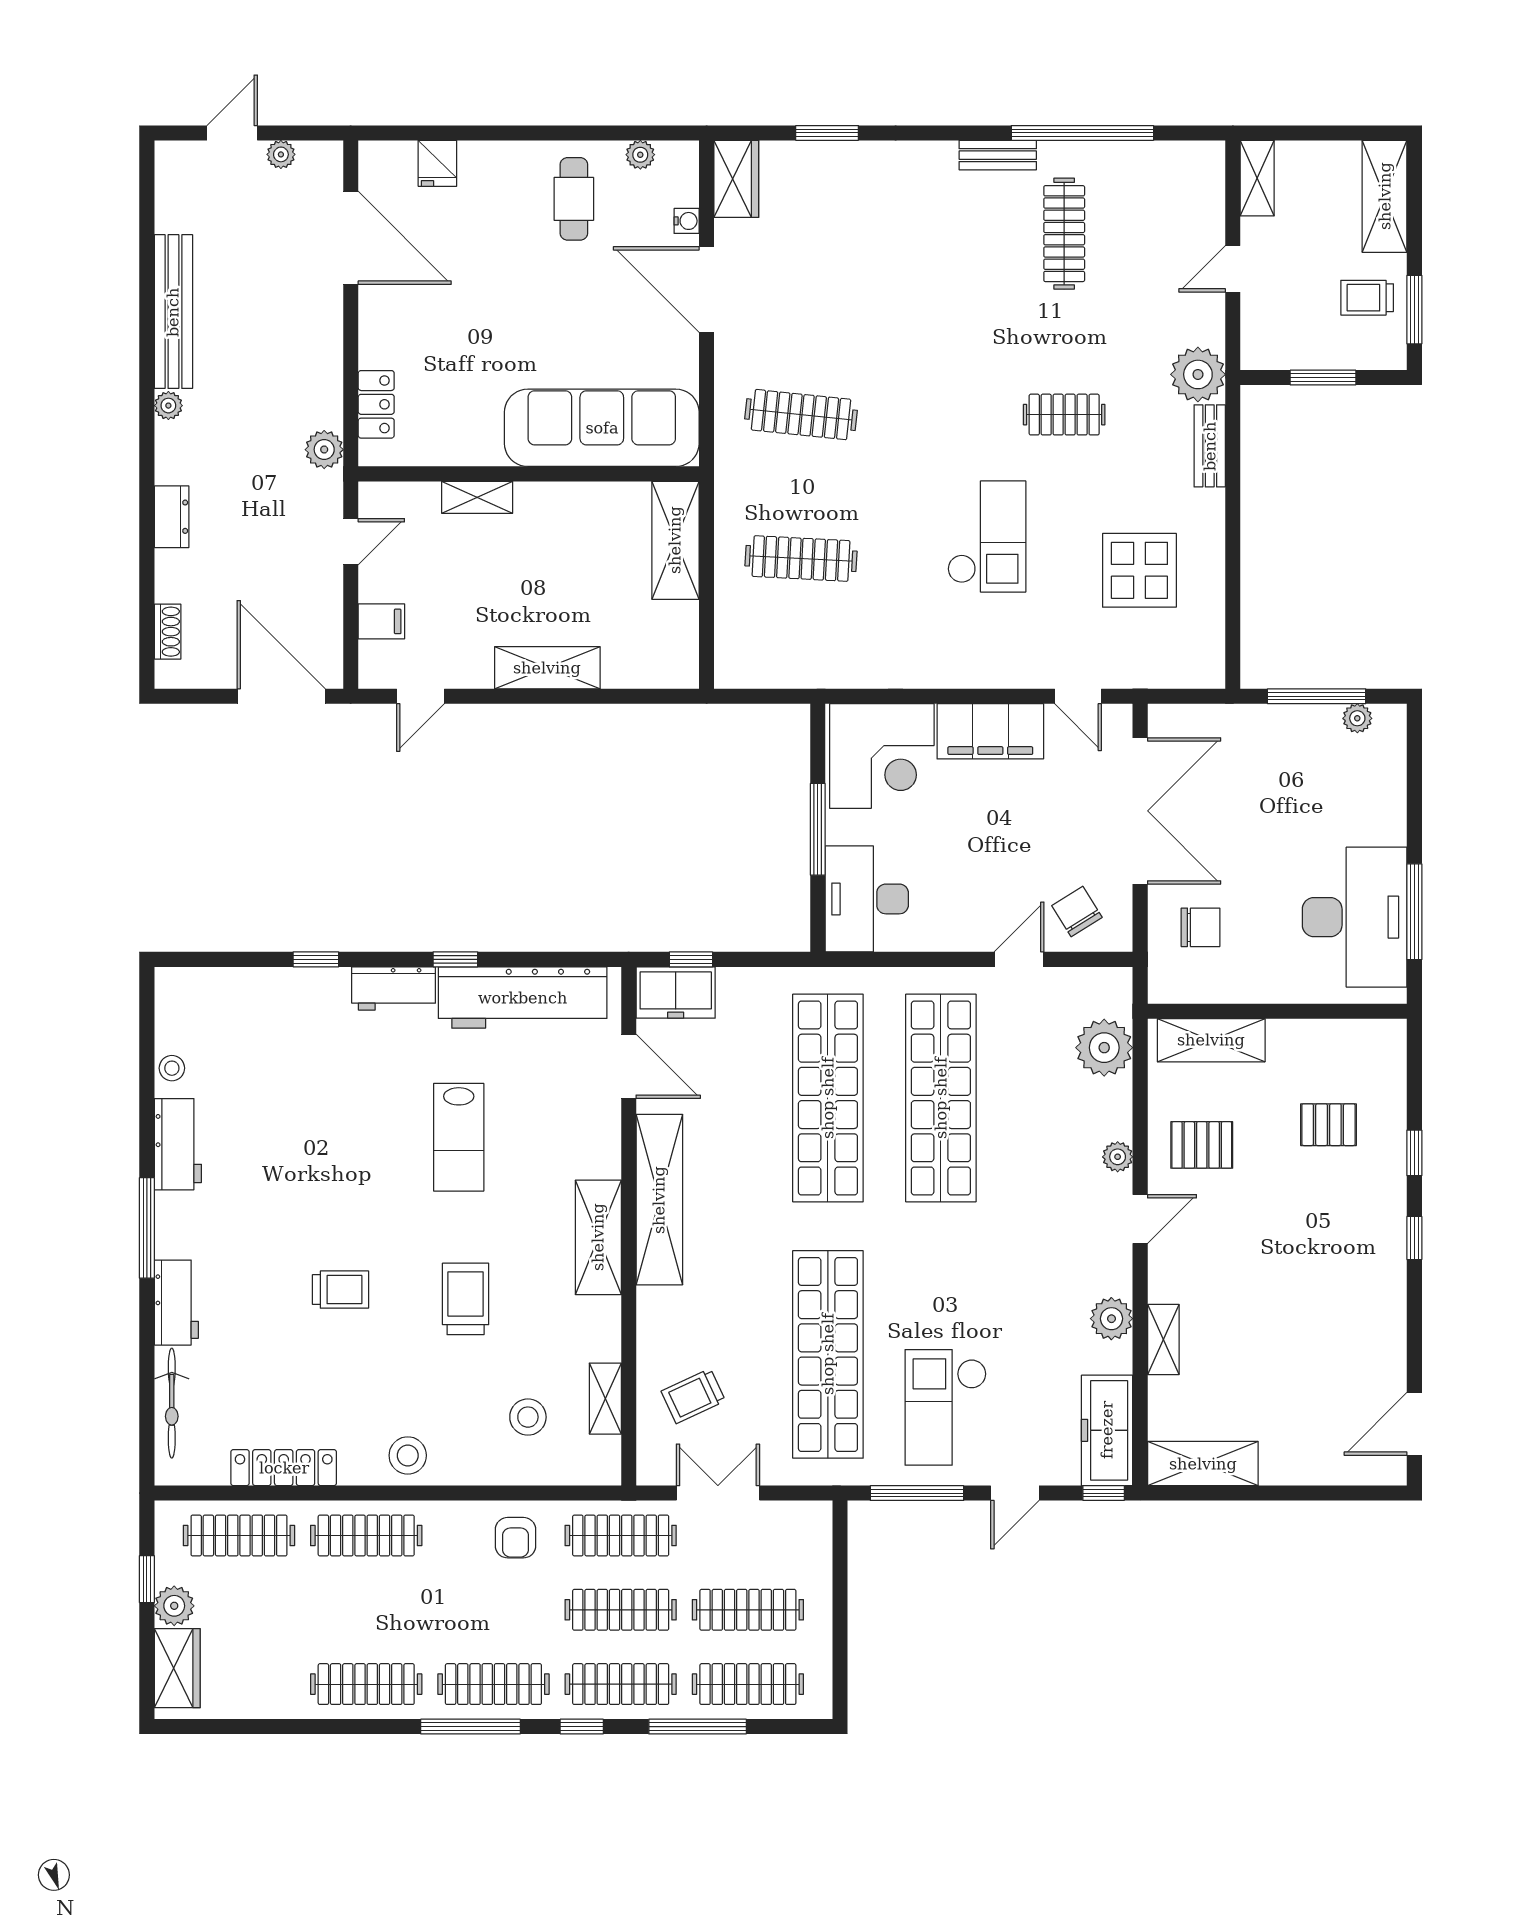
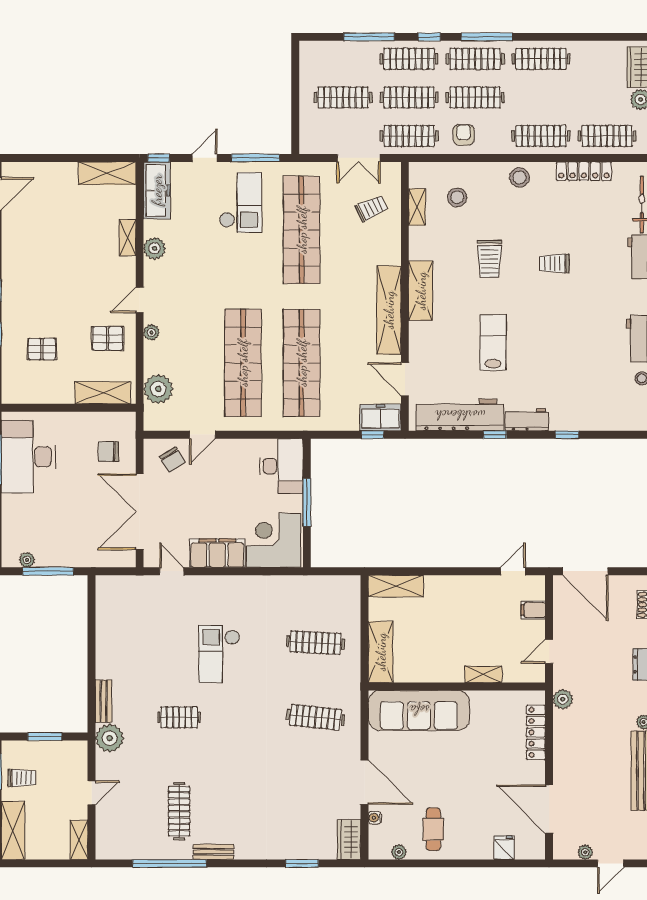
locker: (376, 404) -> (536, 732), width x1.53
display table: (1139, 570) -> (140, 637), removed
shelving: (547, 668) -> (396, 586), moved
clothes rail: (748, 1684) -> (475, 97), moved

